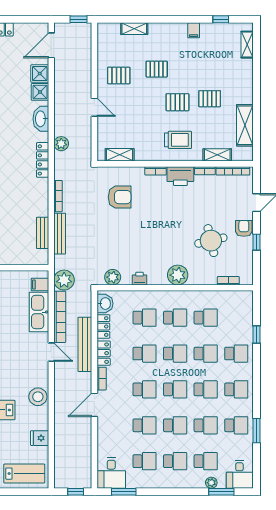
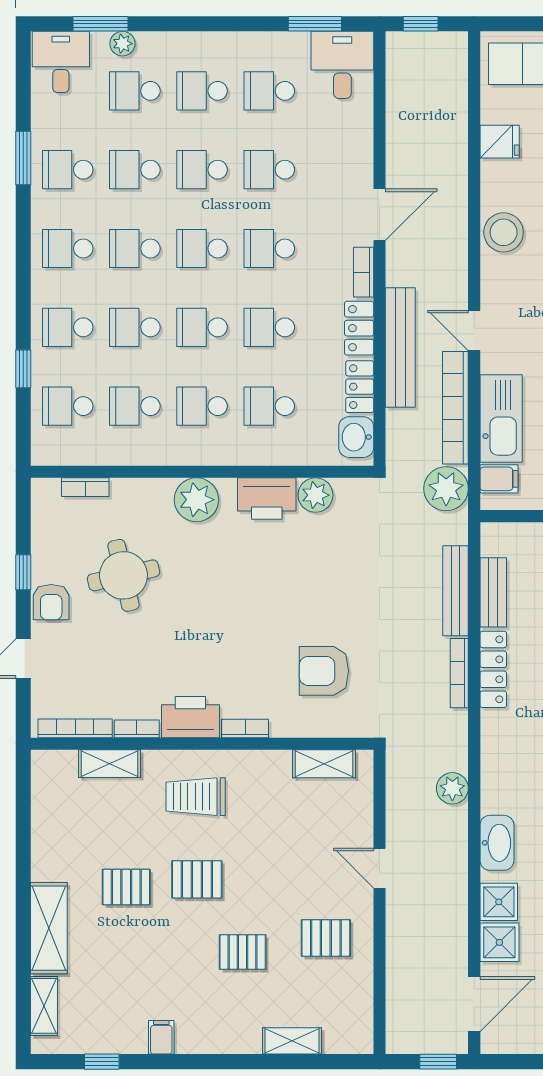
window: (79, 19) -> (438, 1062), moved
shelving: (245, 125) -> (49, 928), moved
locker: (43, 160) -> (493, 669), moved
plant: (113, 277) -> (315, 495), moved
printer: (140, 279) -> (267, 499), width x1.87, depth x1.48
school desk: (236, 318) -> (68, 406), added

